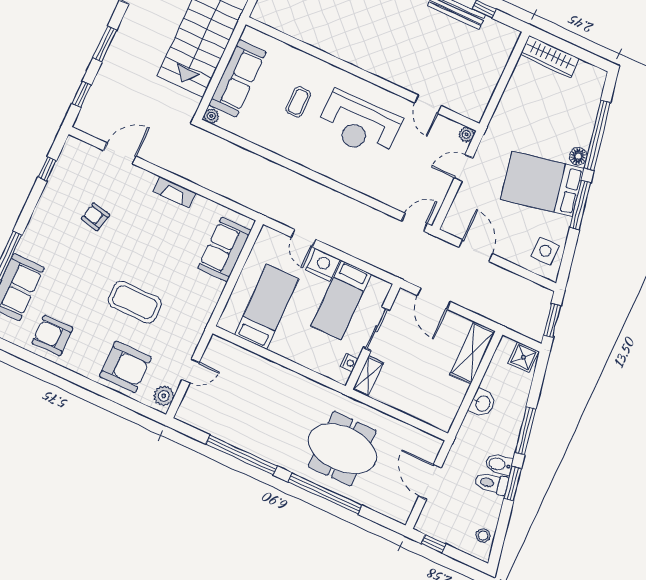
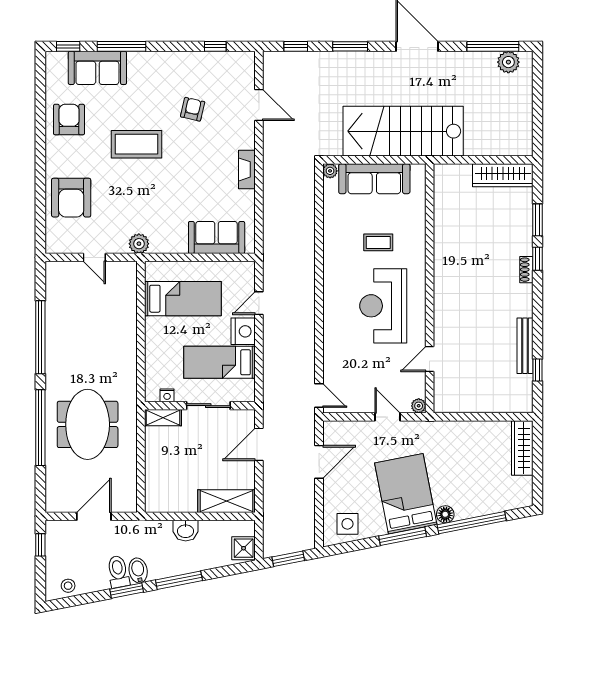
coffee table: (135, 302) -> (137, 144), moved, turned 90
plant: (164, 396) -> (139, 244), moved

